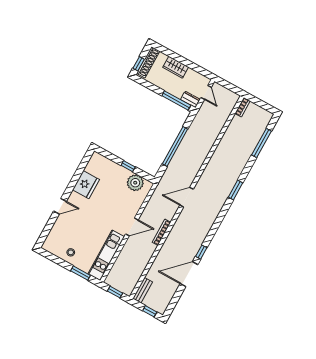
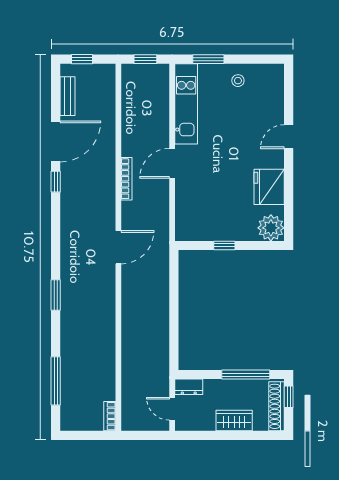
window: (176, 100) -> (246, 375), moved
window: (175, 146) -> (174, 309), removed
plant: (135, 183) -> (271, 228), moved
bench: (143, 290) -> (68, 96), moved

